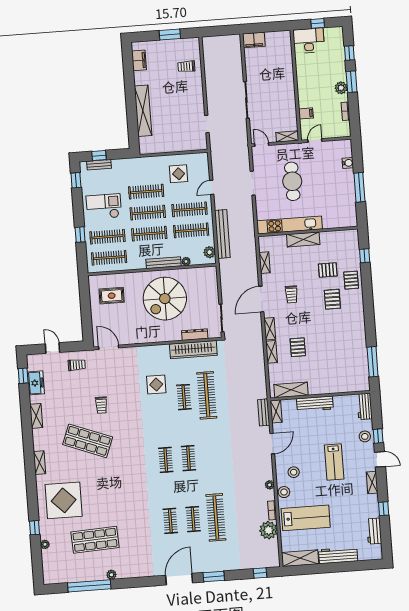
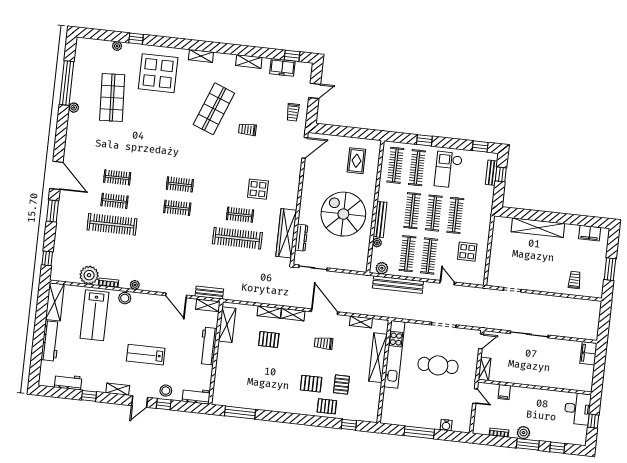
checkout: (104, 206) -> (448, 170), turned 180
shelving: (303, 239) -> (378, 358), width x1.47
stool: (294, 472) -> (143, 312), removed

